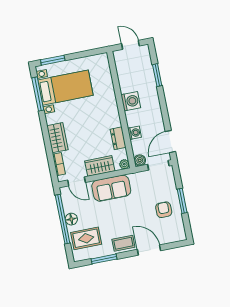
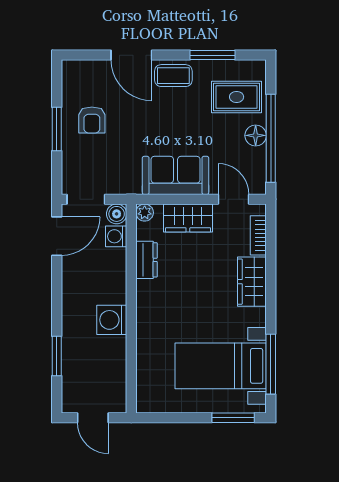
washing machine: (135, 133) -> (116, 236), moved

